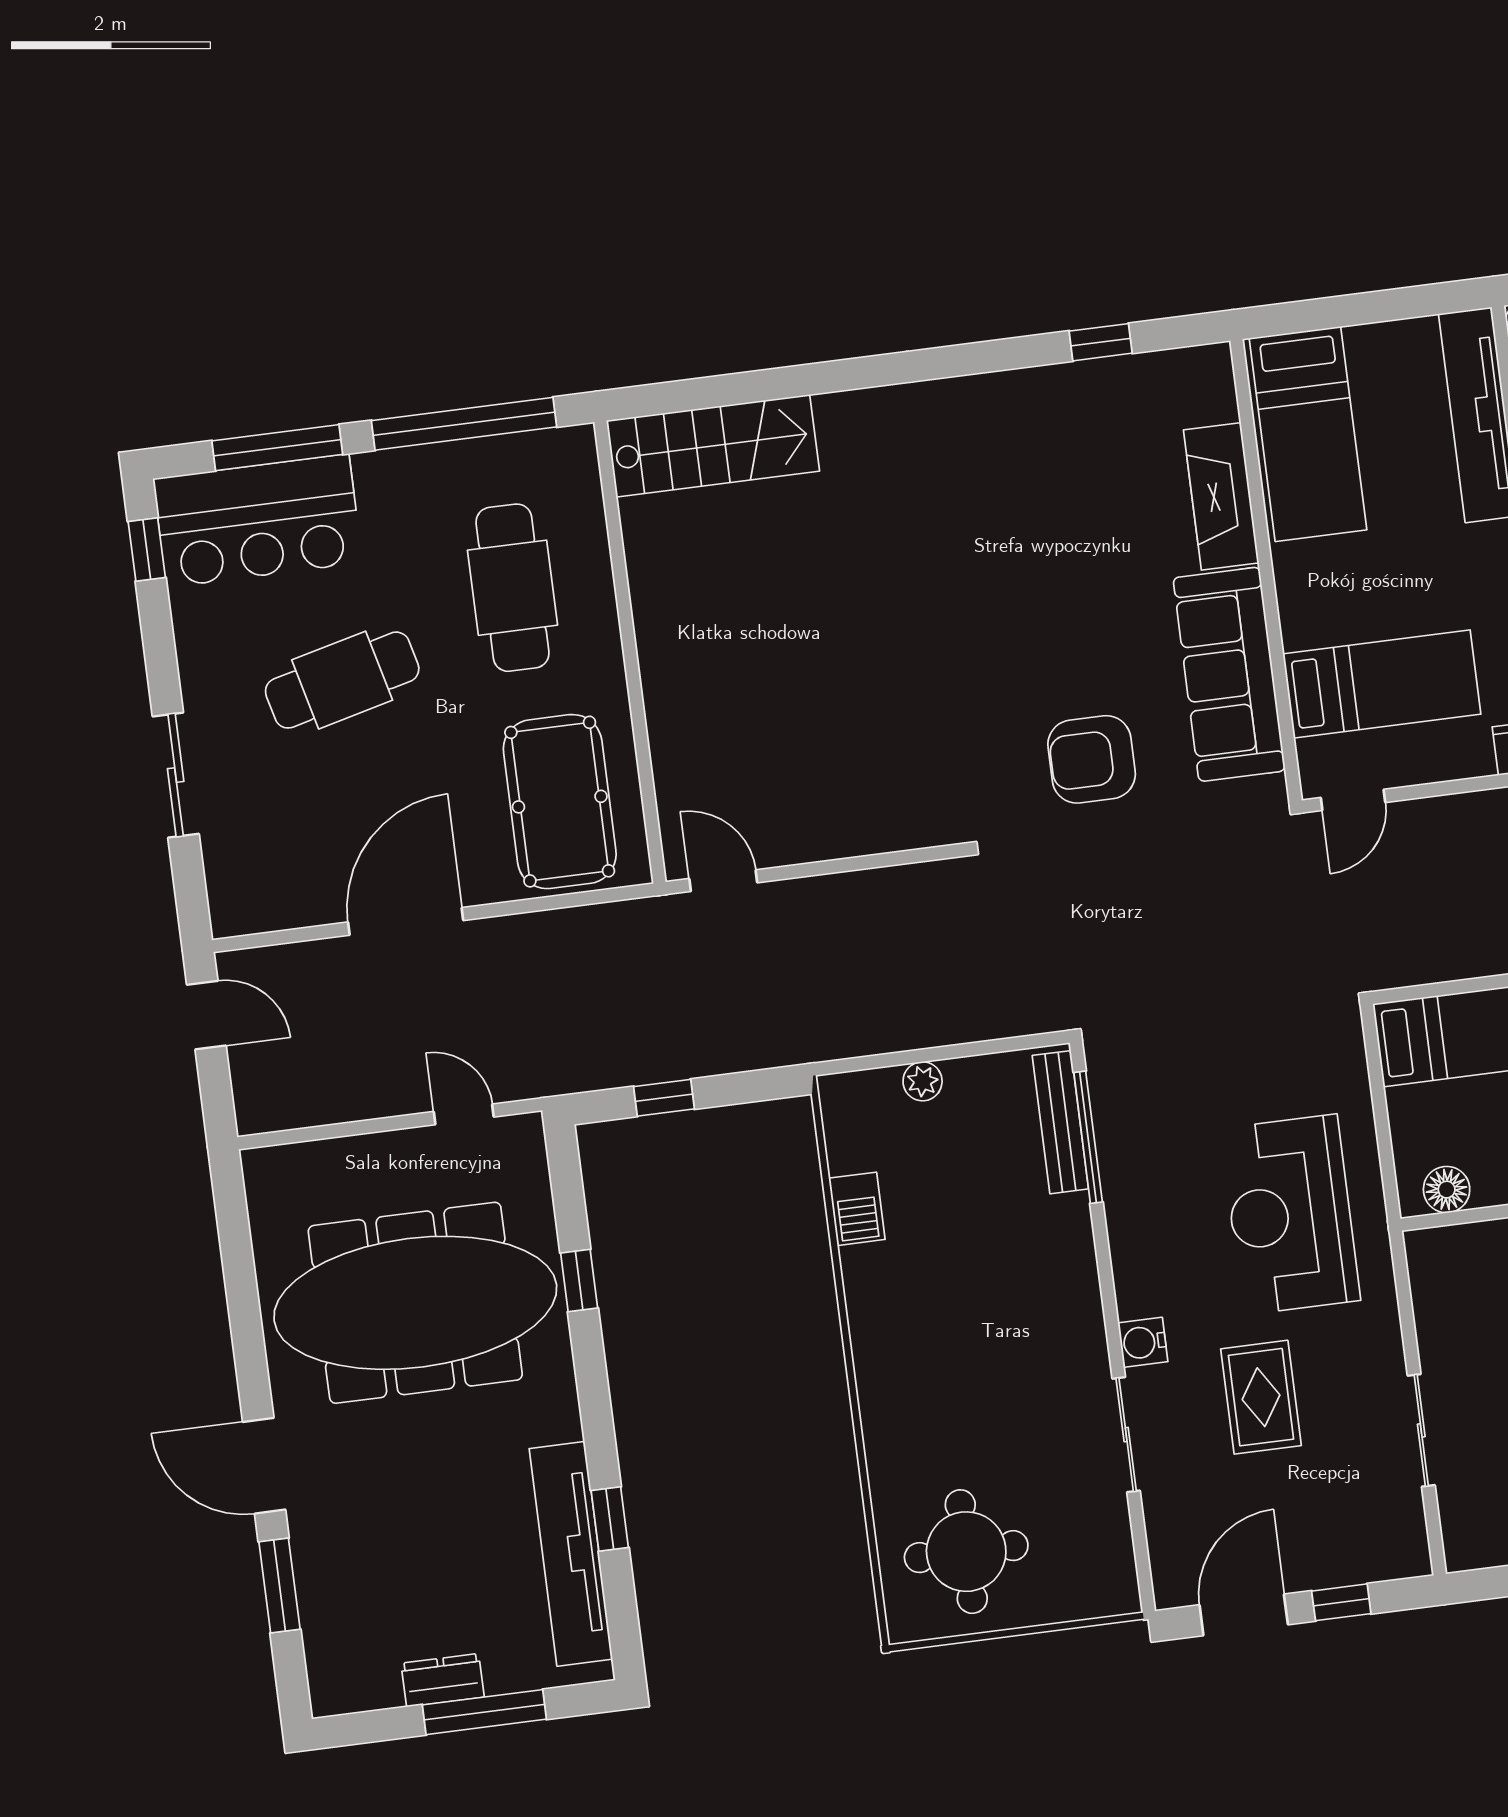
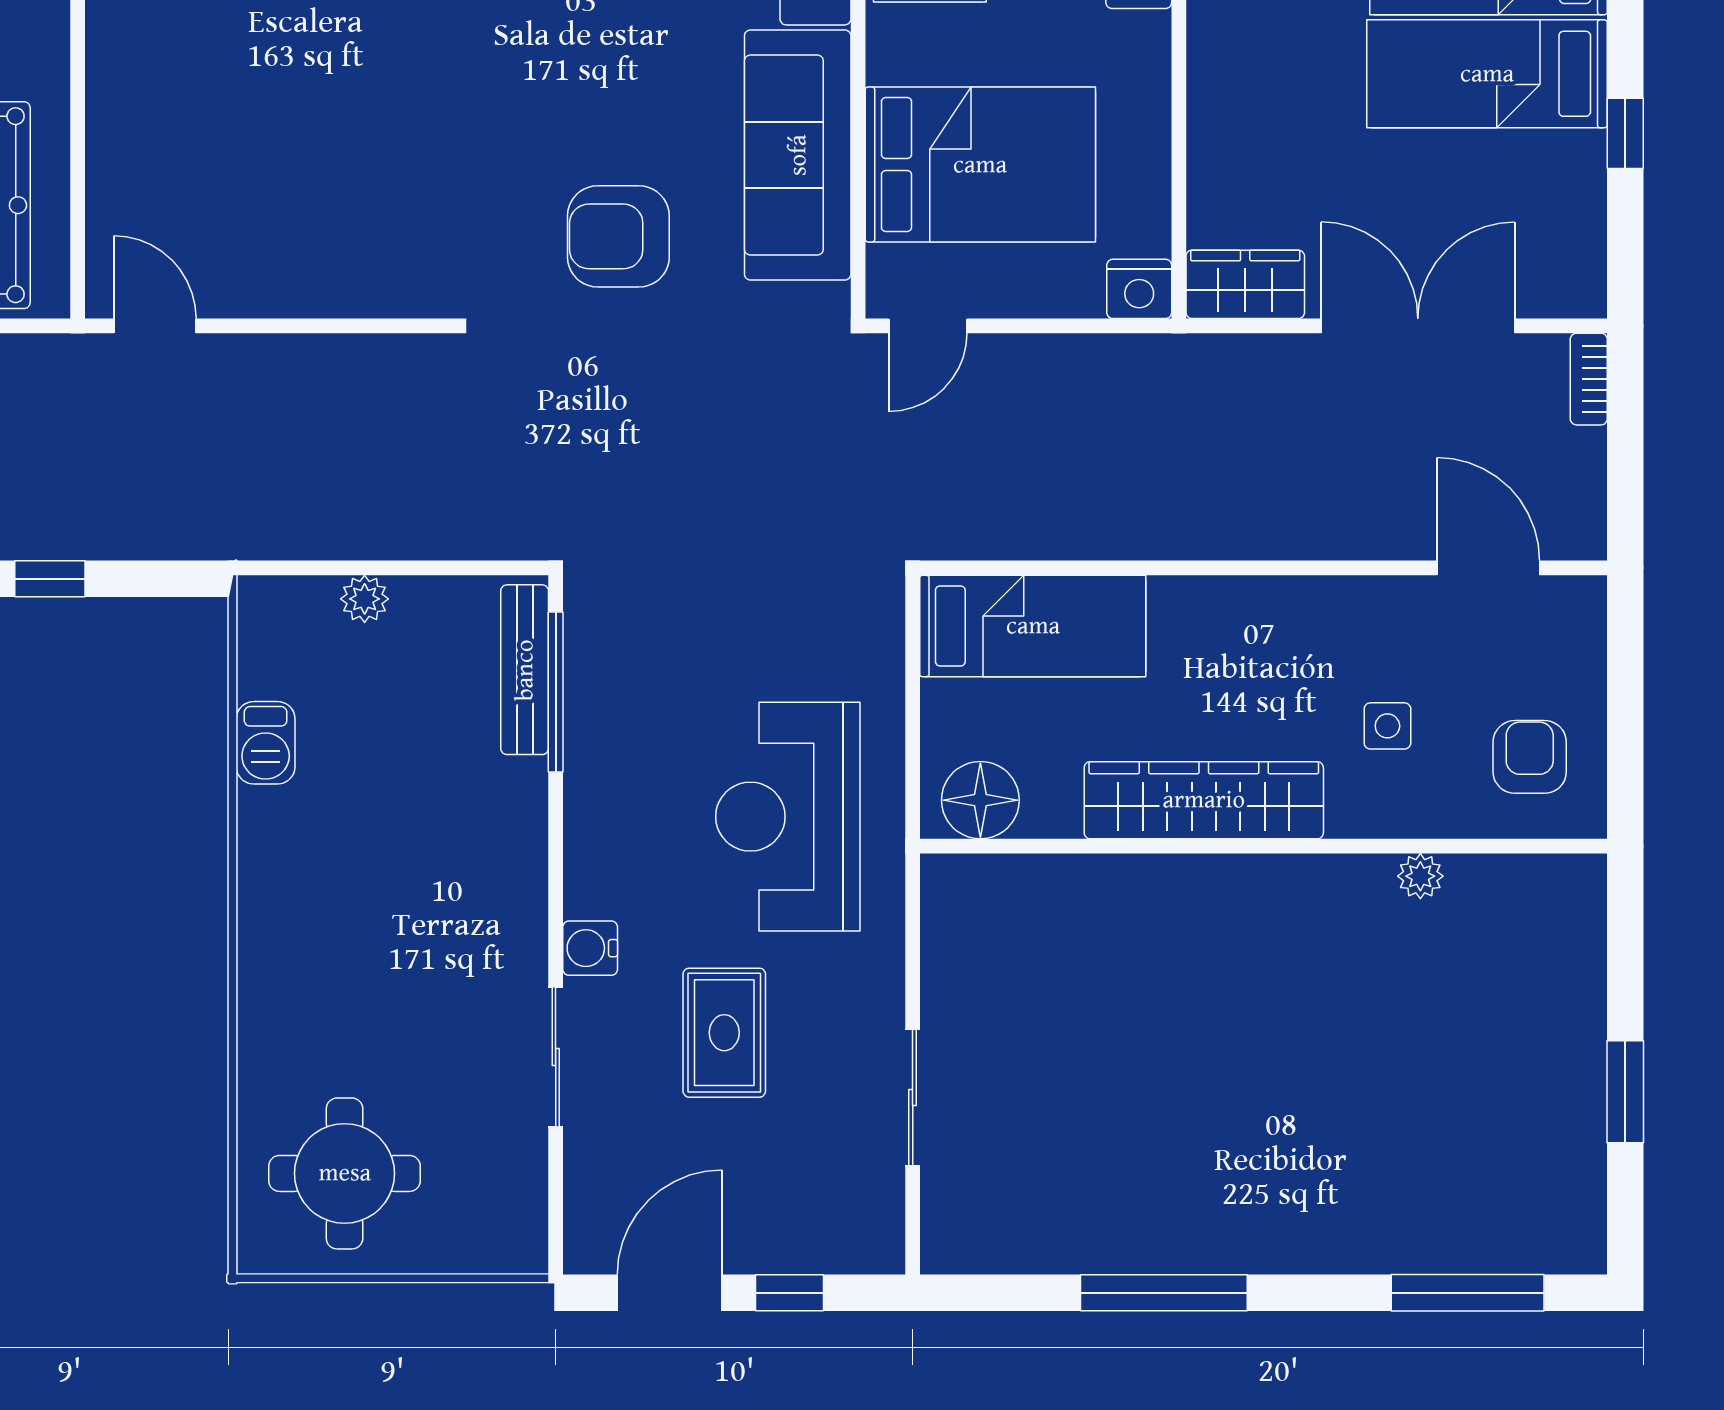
bed: (1382, 684) -> (980, 165), width x1.50
floor lamp: (1447, 1190) -> (980, 800), width x1.38, depth x1.38

